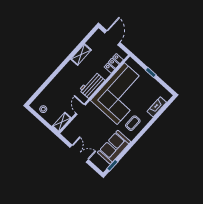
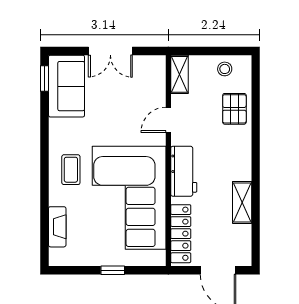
locker: (114, 63) -> (181, 234), width x1.53
pallet: (53, 91) -> (234, 109), added
door: (81, 109) -> (168, 120), swing flipped
sofa: (114, 147) -> (66, 86), moved

